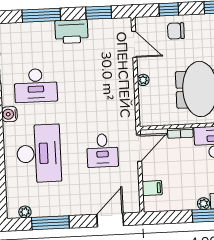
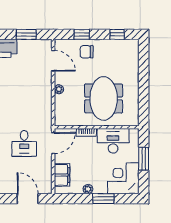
filing cabinet: (152, 188) -> (62, 175), width x2.00
plant: (204, 204) -> (88, 189), moved
door: (110, 220) -> (28, 199), hinge flipped

